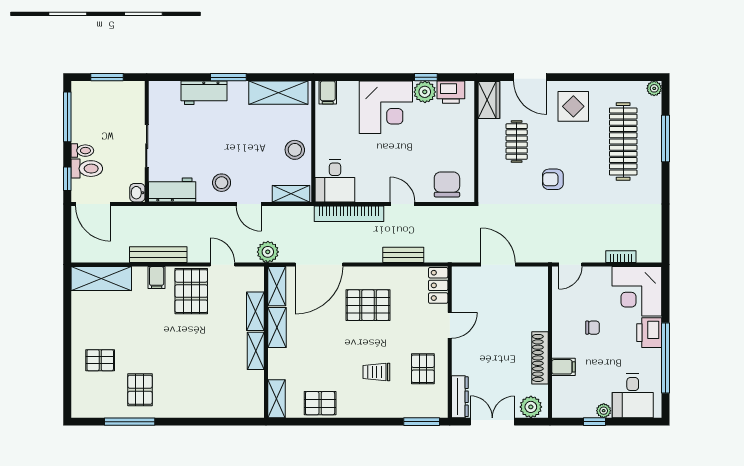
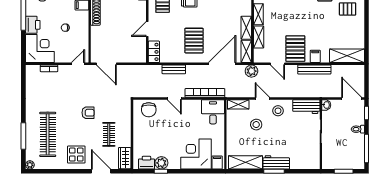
workbench: (204, 93) -> (276, 162), moved
corner desk: (386, 107) -> (196, 154), moved
stool: (295, 150) -> (256, 125), moved
toilet: (87, 169) -> (355, 119), removed
door: (498, 265) -> (106, 64), moved
pallet: (368, 305) -> (194, 41), turned 90

